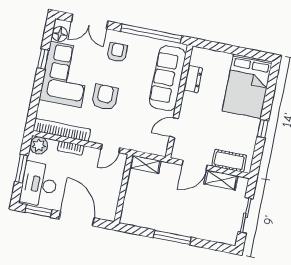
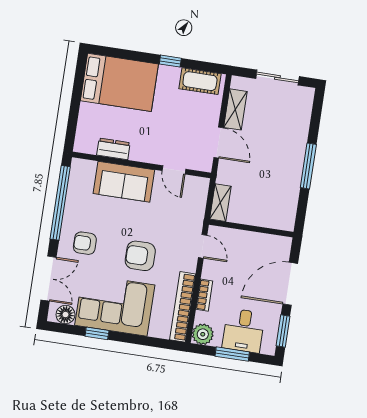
sofa: (168, 78) -> (124, 182), width x0.73
cot: (229, 161) -> (200, 81), moved, turned 90
desk: (39, 184) -> (244, 331), width x0.73

